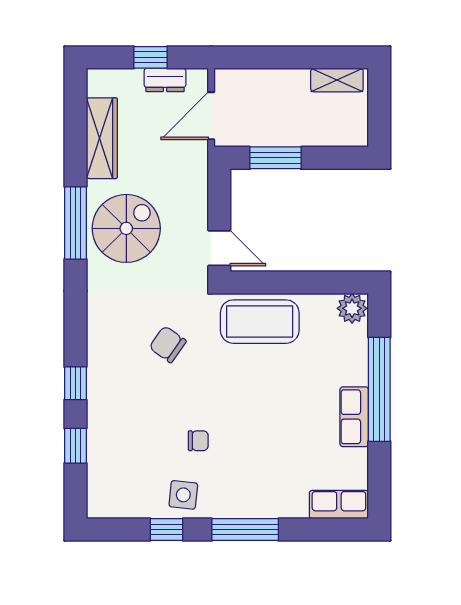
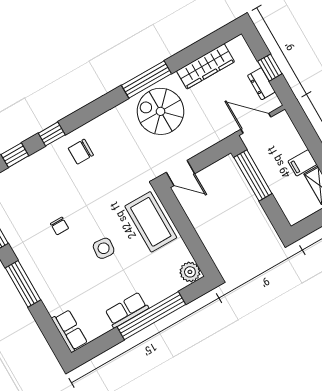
filing cabinet: (296, 85) -> (302, 163), added
window: (275, 158) -> (253, 176), width x1.44
spiral stairs: (126, 228) -> (161, 111), turned 180
door: (219, 248) -> (180, 173), hinge flipped
chair: (168, 344) -> (81, 152), moved, turned -125
side table: (183, 495) -> (104, 248), moved

